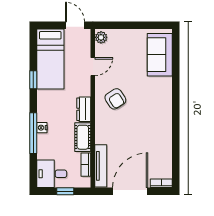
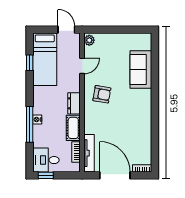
sofa: (160, 55) -> (141, 69), moved
window: (33, 80) -> (30, 63), moved
armchair: (115, 99) -> (102, 94), turned -47
window: (65, 191) -> (46, 175), moved
door: (130, 191) -> (115, 175), hinge flipped

